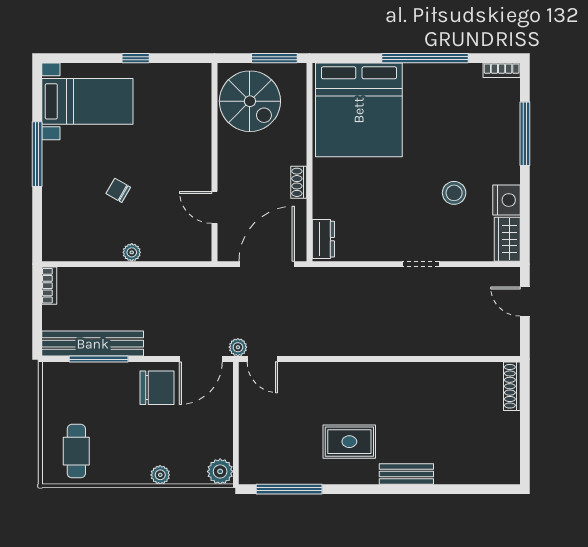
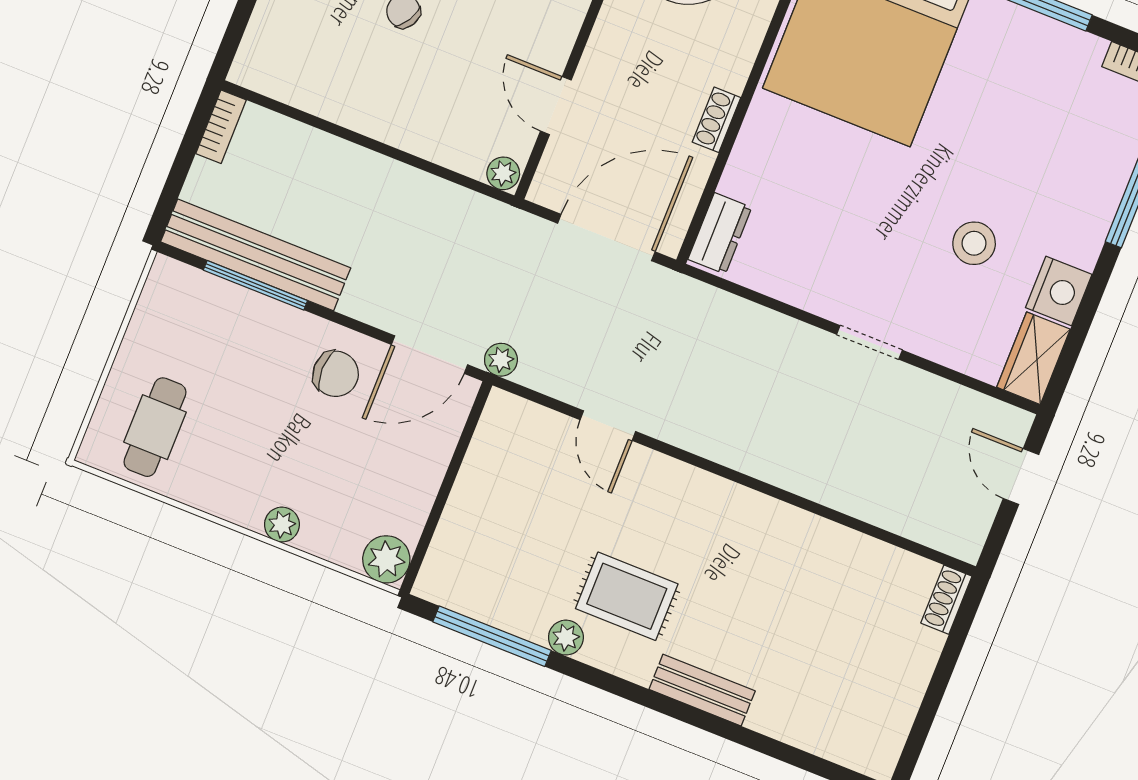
plant: (132, 252) -> (503, 173), moved
door: (262, 359) -> (608, 426), moved
shoe rack: (512, 386) -> (946, 600), width x0.70
chair: (157, 388) -> (336, 374), width x0.73, depth x0.73
plant: (327, 475) -> (566, 638), added

